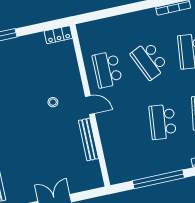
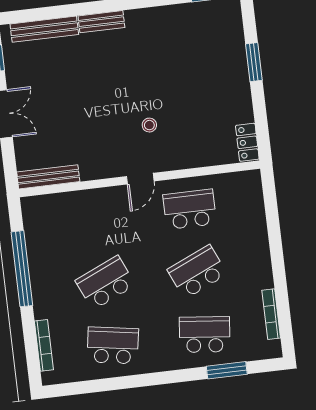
school desk: (163, 122) -> (105, 283), turned -30
bench: (88, 139) -> (48, 177), moved

